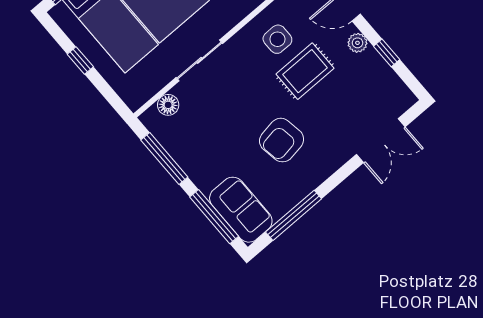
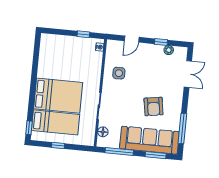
plant: (357, 43) -> (169, 50), moved
rug: (305, 71) -> (139, 75), removed
sofa: (241, 210) -> (149, 140), width x1.85, depth x1.27
window: (214, 217) -> (156, 155), width x0.69

